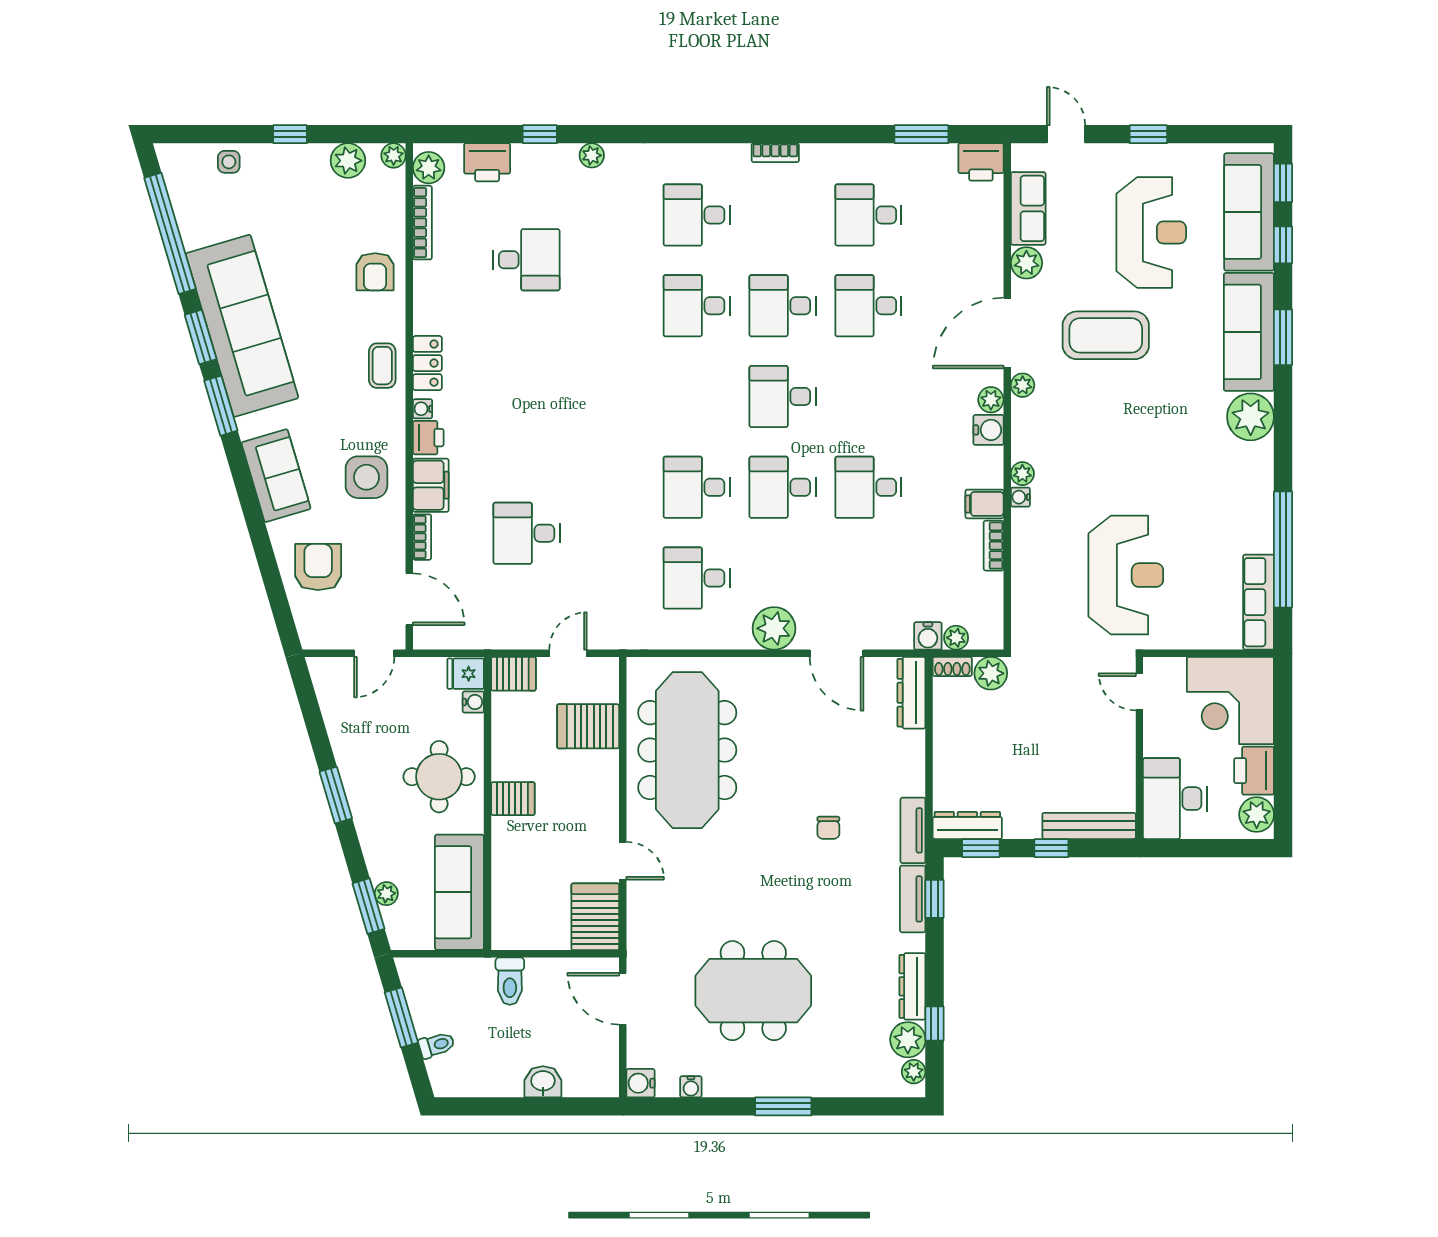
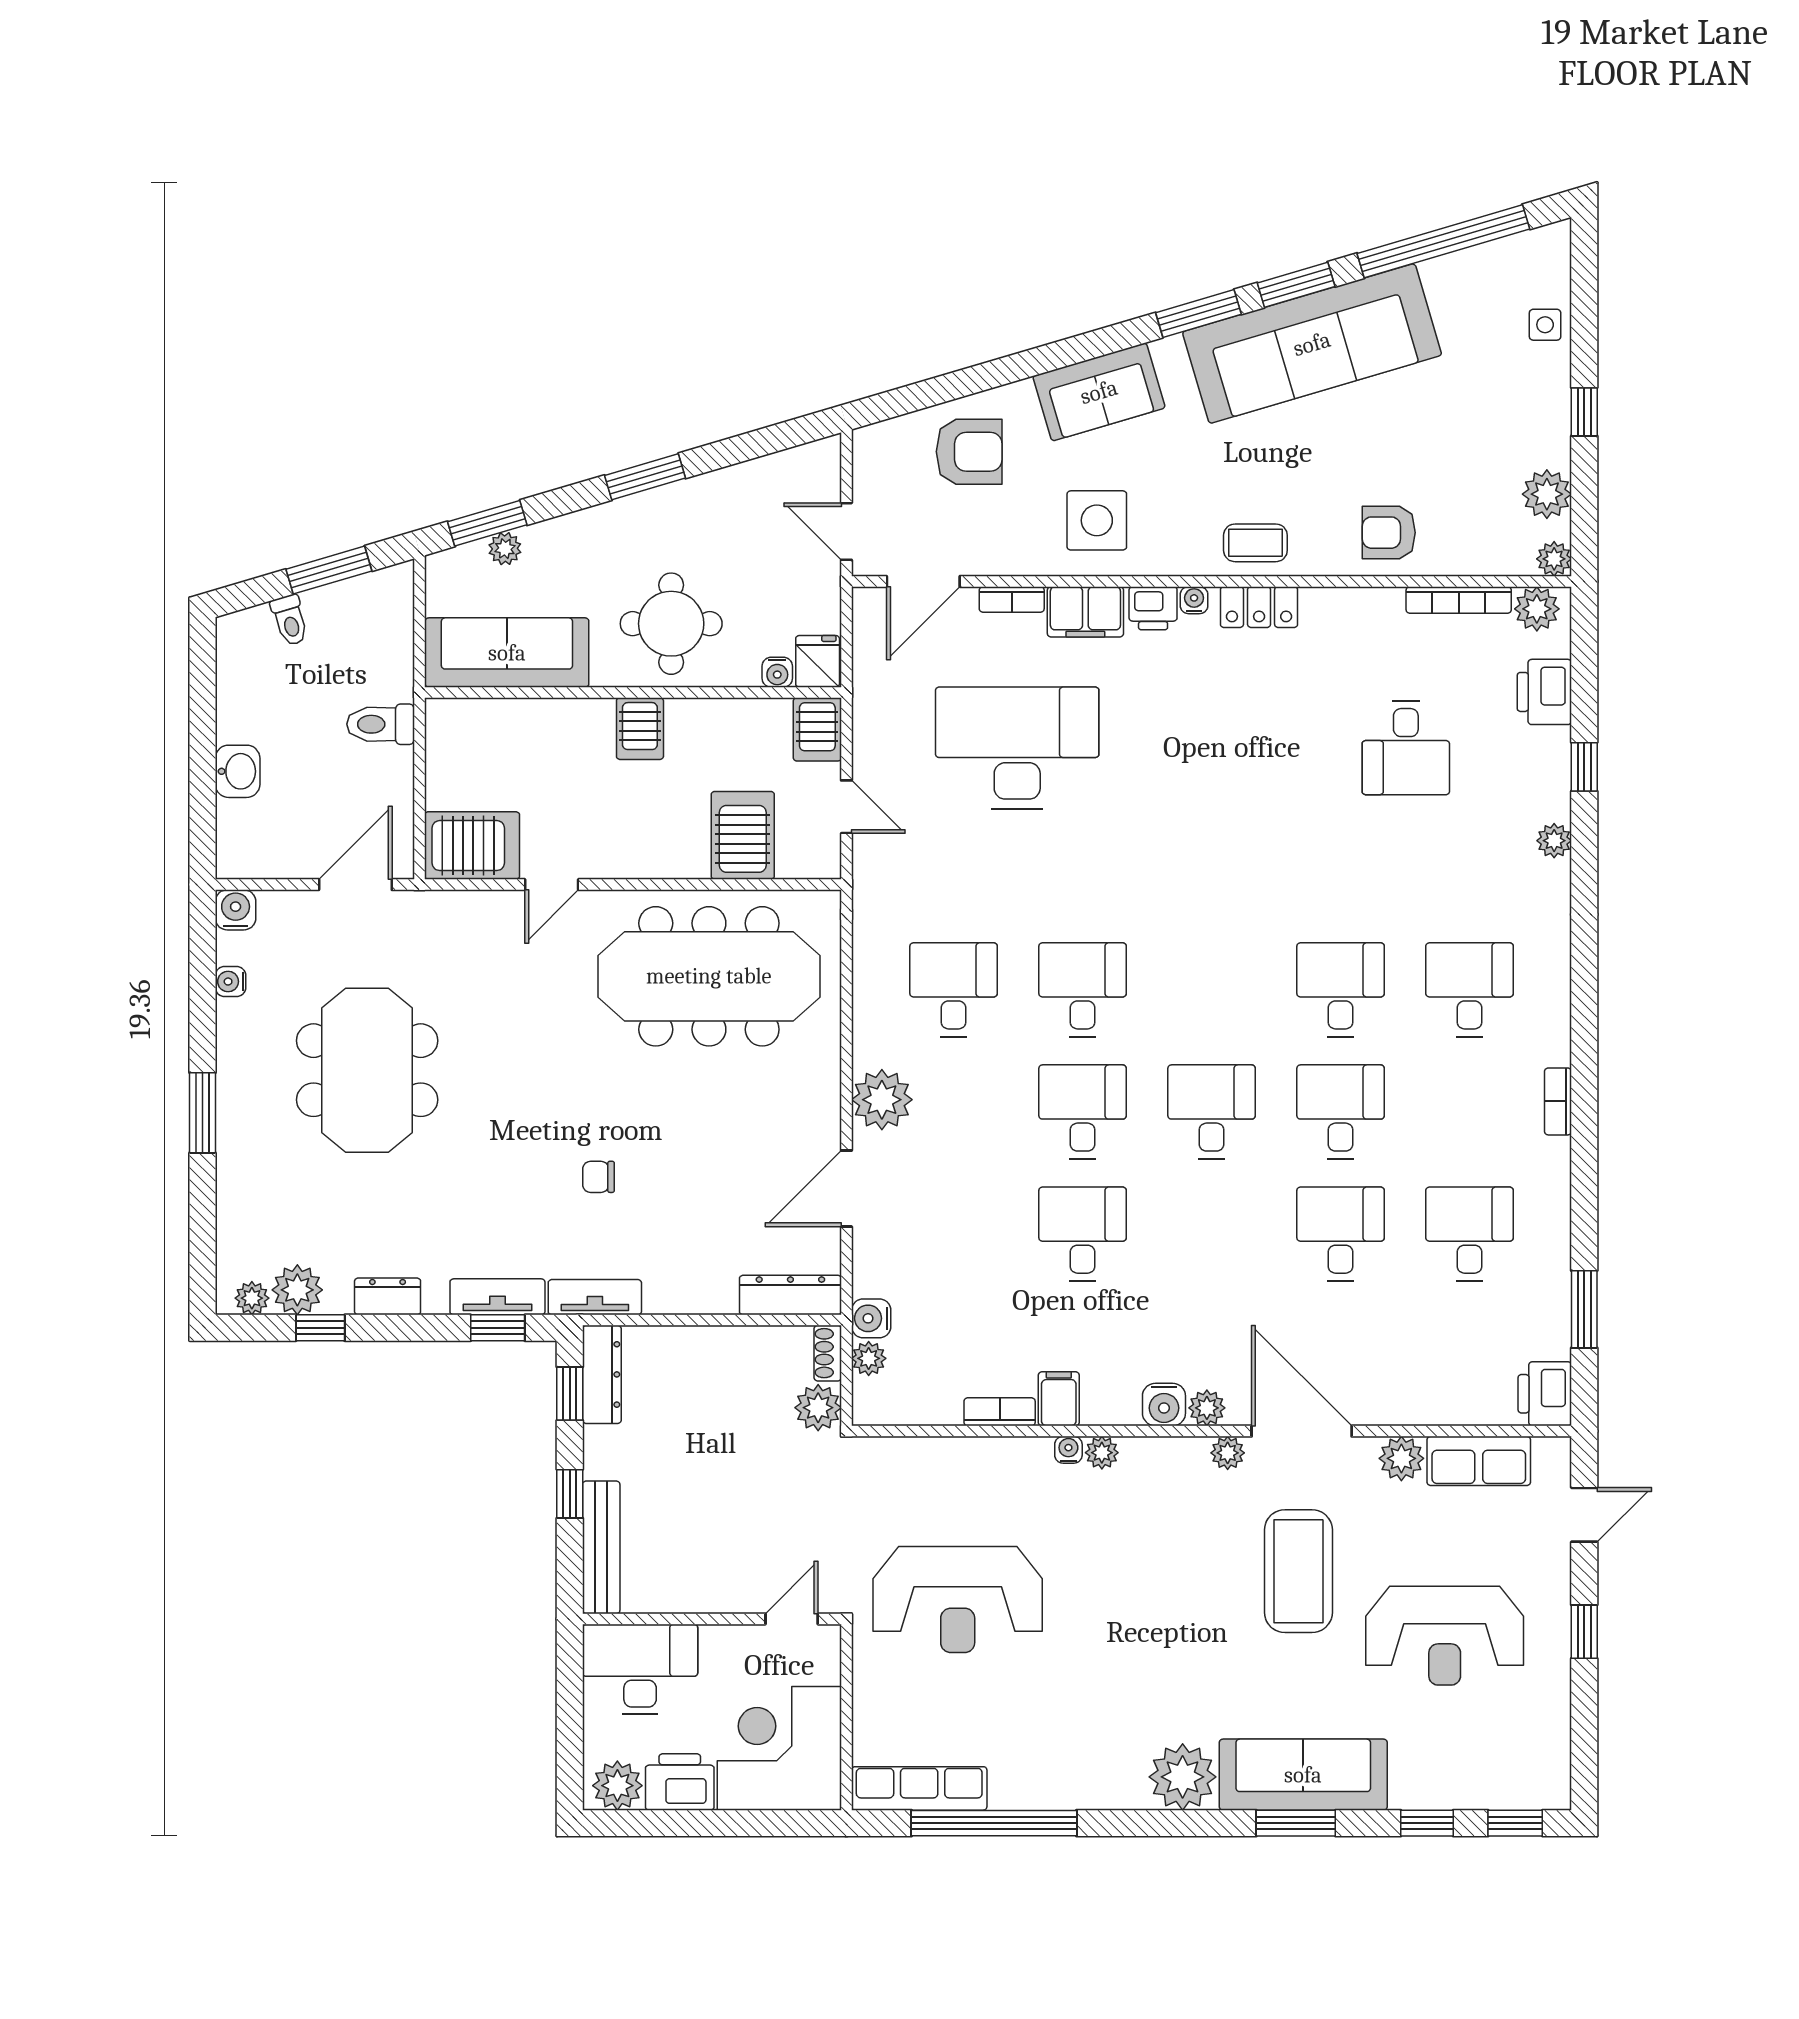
sofa: (1249, 212) -> (1474, 1775), removed
desk: (527, 533) -> (1017, 748), width x1.87, depth x1.30
dresser: (912, 986) -> (388, 1296), width x0.70

